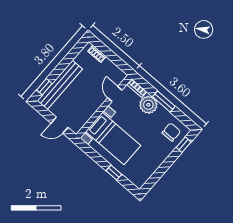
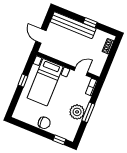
window: (44, 87) -> (90, 23), moved
plant: (148, 105) -> (77, 112), moved
chair: (171, 132) -> (44, 123), moved
window: (114, 172) -> (23, 81), moved

